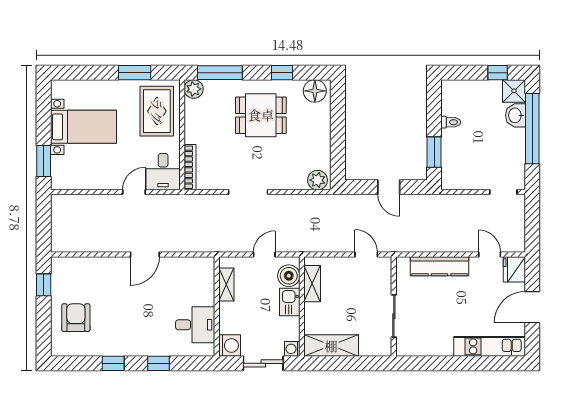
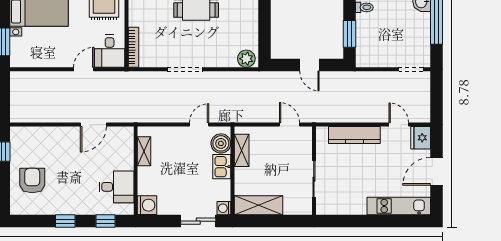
shelving: (226, 285) -> (144, 151), moved
wall: (217, 306) -> (136, 171), moved
desk: (195, 325) -> (116, 187), moved
washing machine: (230, 345) -> (147, 205), moved

